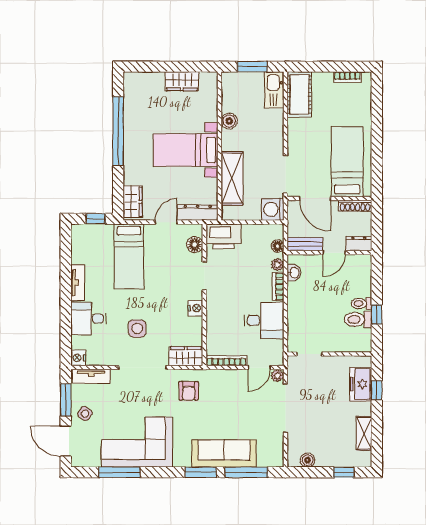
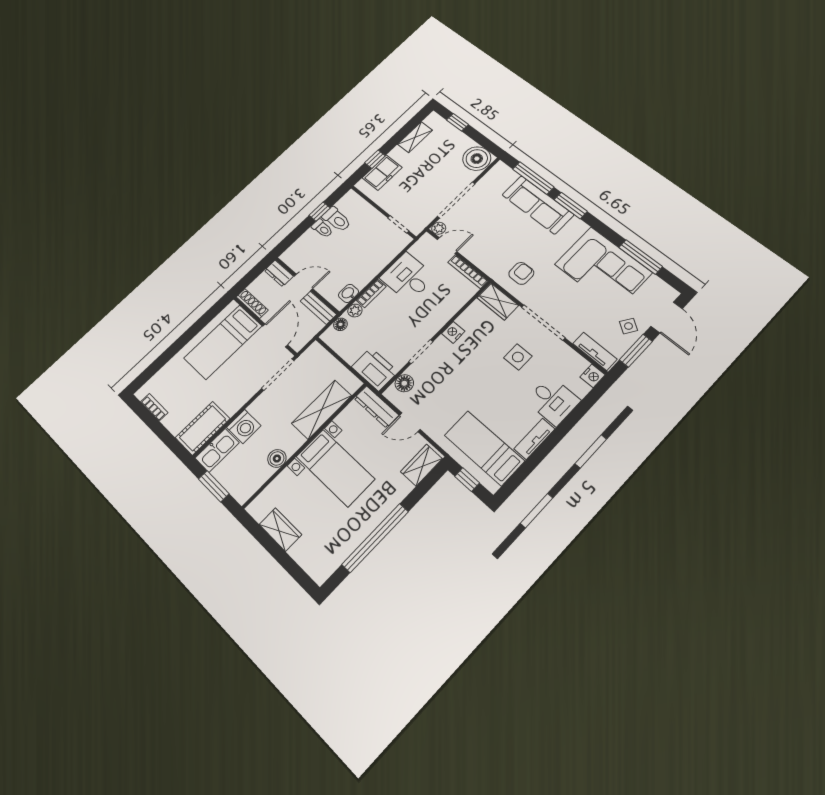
washing machine: (273, 209) -> (244, 426), moved
bed: (129, 256) -> (484, 448), moved, turned -90
boiler: (308, 460) -> (477, 159), width x1.86, depth x1.86

